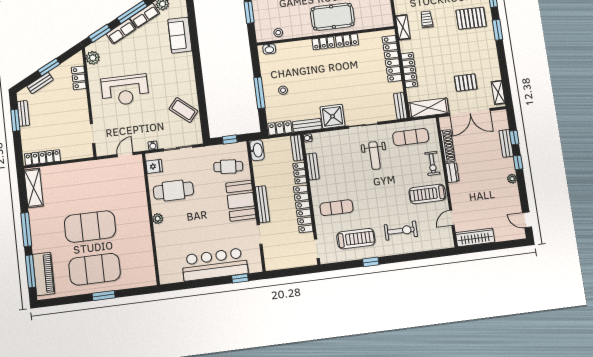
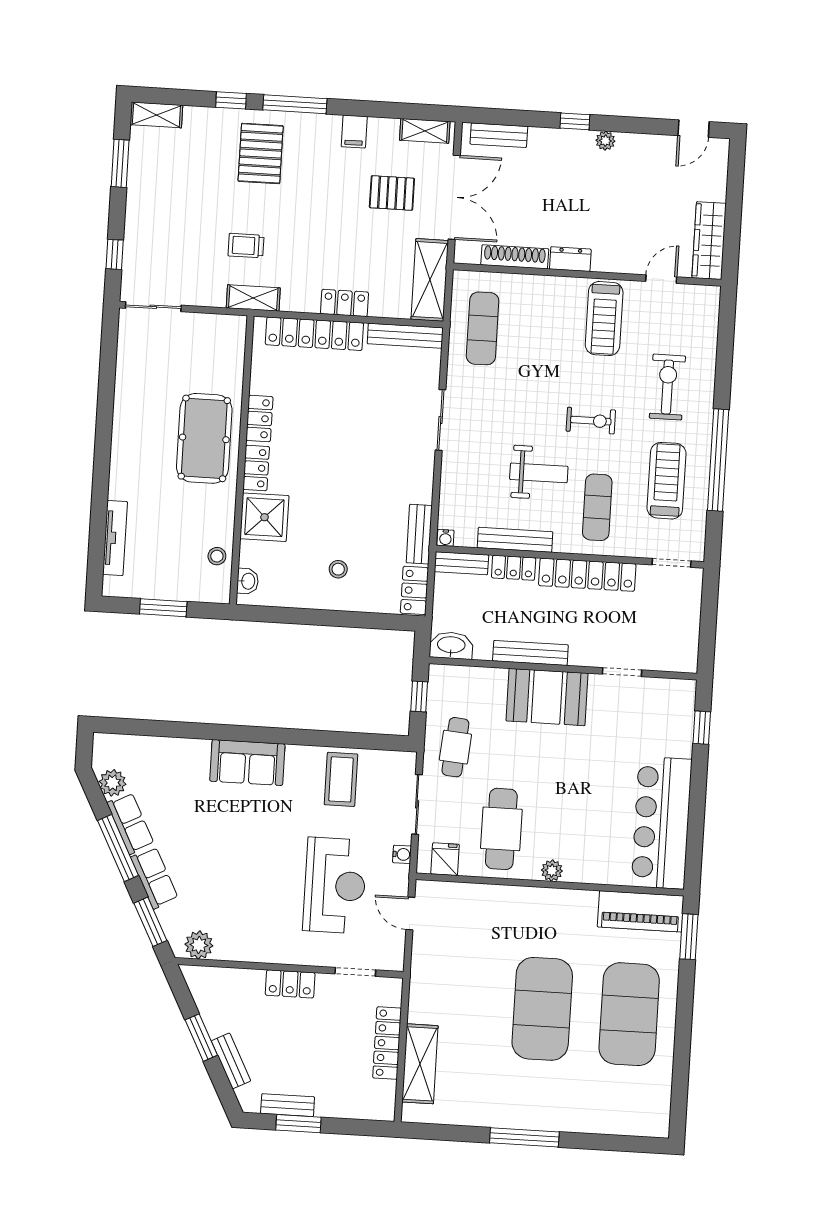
window: (498, 30) -> (295, 104), width x1.44
sofa: (180, 35) -> (247, 763), moved
filing cabinet: (491, 60) -> (354, 132), added
locker: (409, 70) -> (345, 303), width x0.66
locker: (79, 78) -> (290, 984), moved
pallet: (466, 83) -> (392, 193), turned 90
reception desk: (125, 90) -> (335, 885), moved
window: (259, 93) -> (334, 618), removed
bench: (400, 106) -> (405, 336), width x1.36
coffee table: (183, 110) -> (341, 779), turned -40
shower: (332, 116) -> (264, 517), moved
window: (514, 138) -> (523, 118), removed
bench: (506, 143) -> (499, 135), moved
weight bench: (374, 156) -> (539, 473), moved
locker: (42, 157) -> (387, 1043), moved
exercise bike: (432, 163) -> (591, 421), moved
bench: (313, 166) -> (515, 540), width x1.36
cafe table: (228, 167) -> (455, 747), moved
shelving: (34, 188) -> (420, 1064), moved, turned 90
bench: (262, 204) -> (530, 653), moved
door: (452, 218) -> (661, 279), swing flipped
window: (371, 262) -> (718, 460), width x3.17
bar counter: (215, 264) -> (662, 823), moved
window: (30, 271) -> (609, 1143), removed
piano: (44, 274) -> (641, 911), moved, turned 180
window: (104, 296) -> (689, 937), moved

